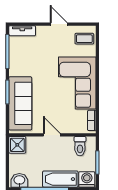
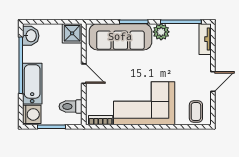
plant: (16, 68) -> (161, 32), added
door: (52, 135) -> (84, 74), hinge flipped

